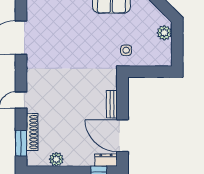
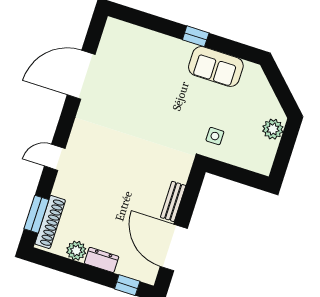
shoe rack: (32, 132) -> (50, 222), moved
dresser: (106, 160) -> (102, 260), moved

